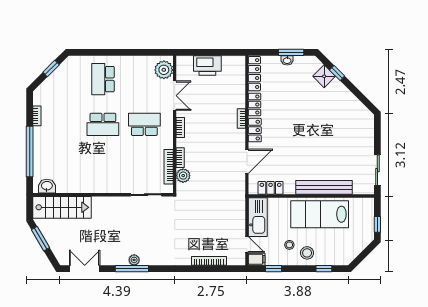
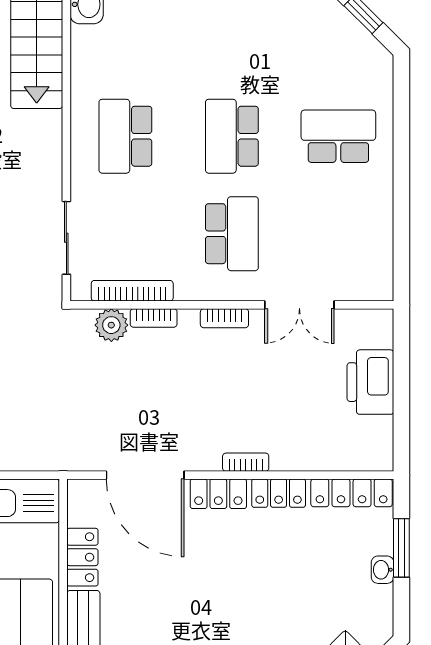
window: (291, 52) -> (401, 548), moved
plant: (164, 70) -> (360, 280), removed
door: (247, 161) -> (145, 475), width x1.36
school desk: (103, 170) -> (125, 136), added
locker: (271, 188) -> (82, 557), moved

